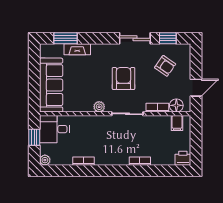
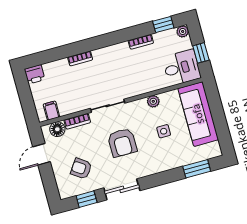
fireplace: (77, 49) -> (181, 160), removed
side table: (85, 78) -> (164, 131), added
plant: (99, 107) -> (153, 101), moved
window: (60, 171) -> (163, 25), added

